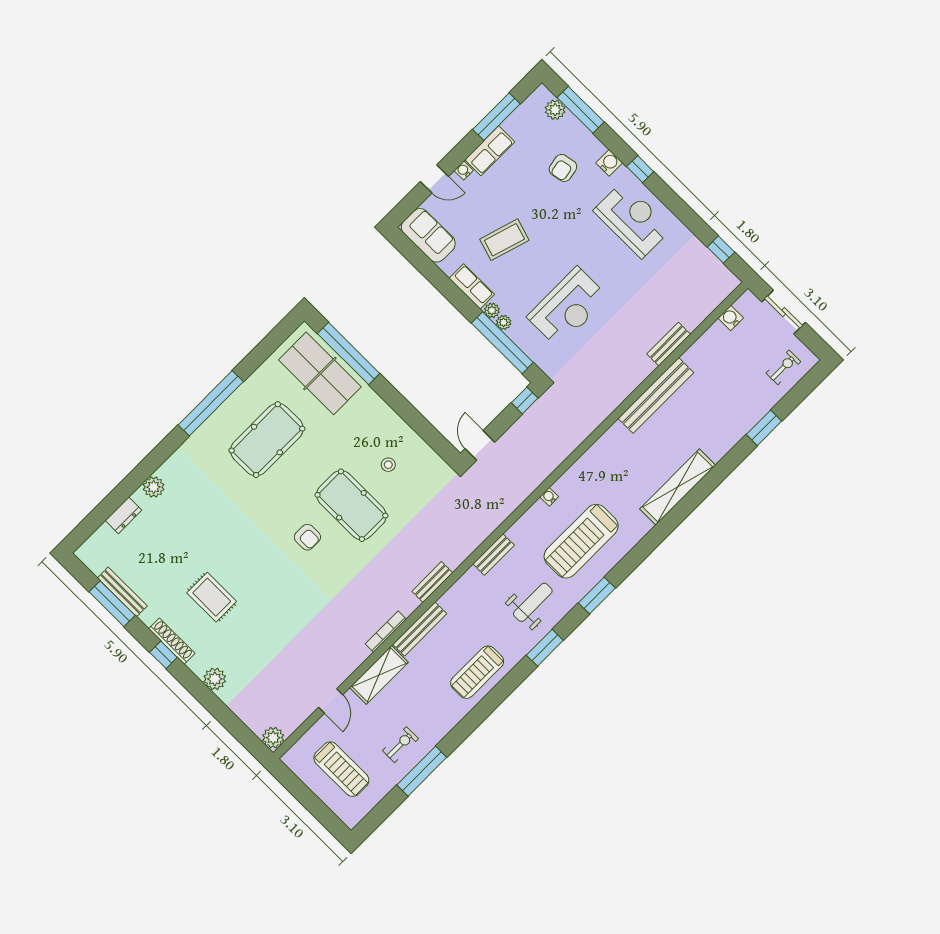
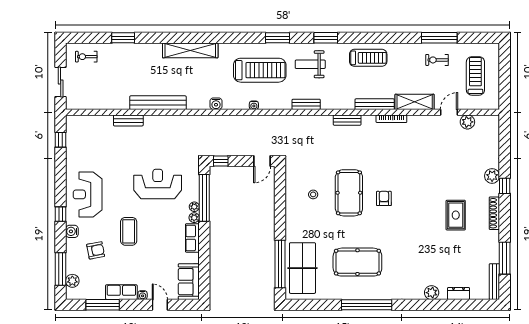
coffee table: (504, 240) -> (129, 231), moved, turned 73
water cooler: (731, 318) -> (216, 104), moved
bench: (122, 592) -> (494, 282), moved
window: (163, 655) -> (505, 186), moved
plant: (273, 738) -> (467, 122), moved

